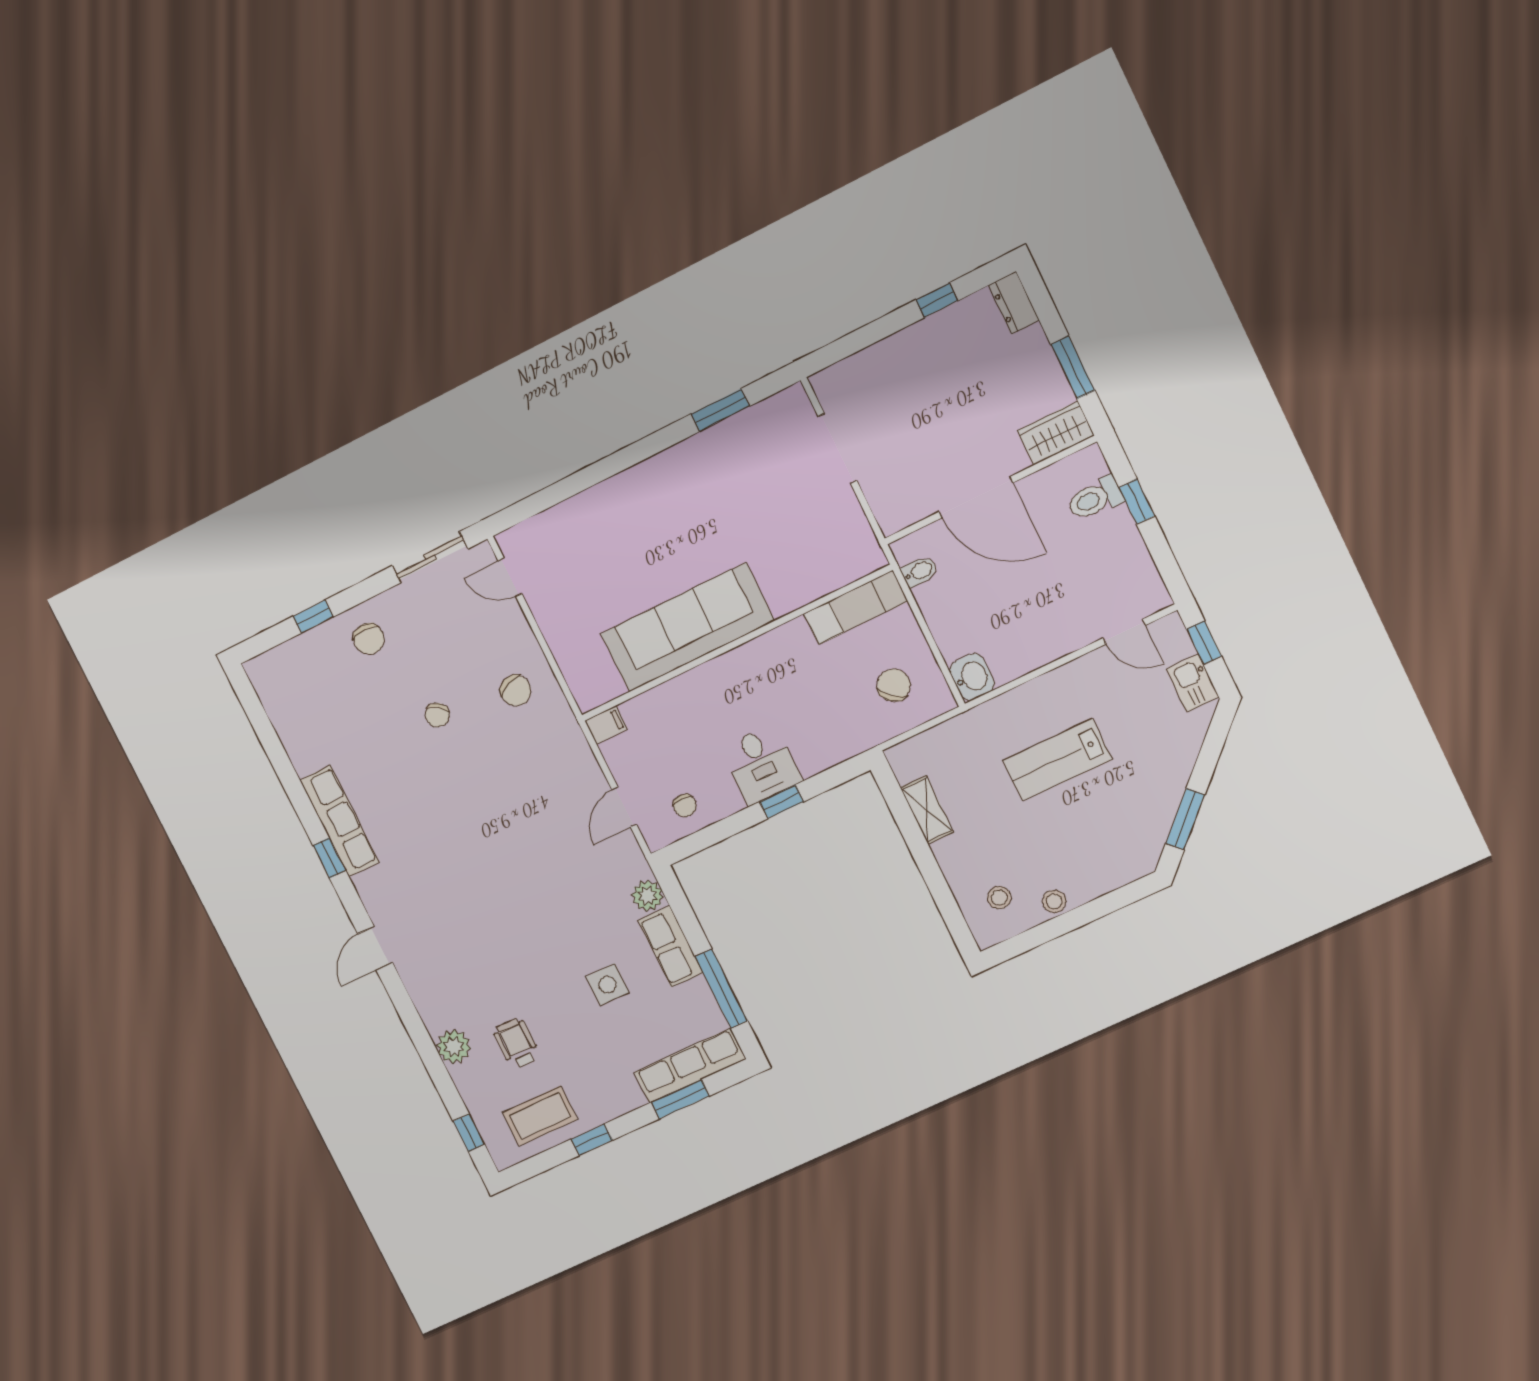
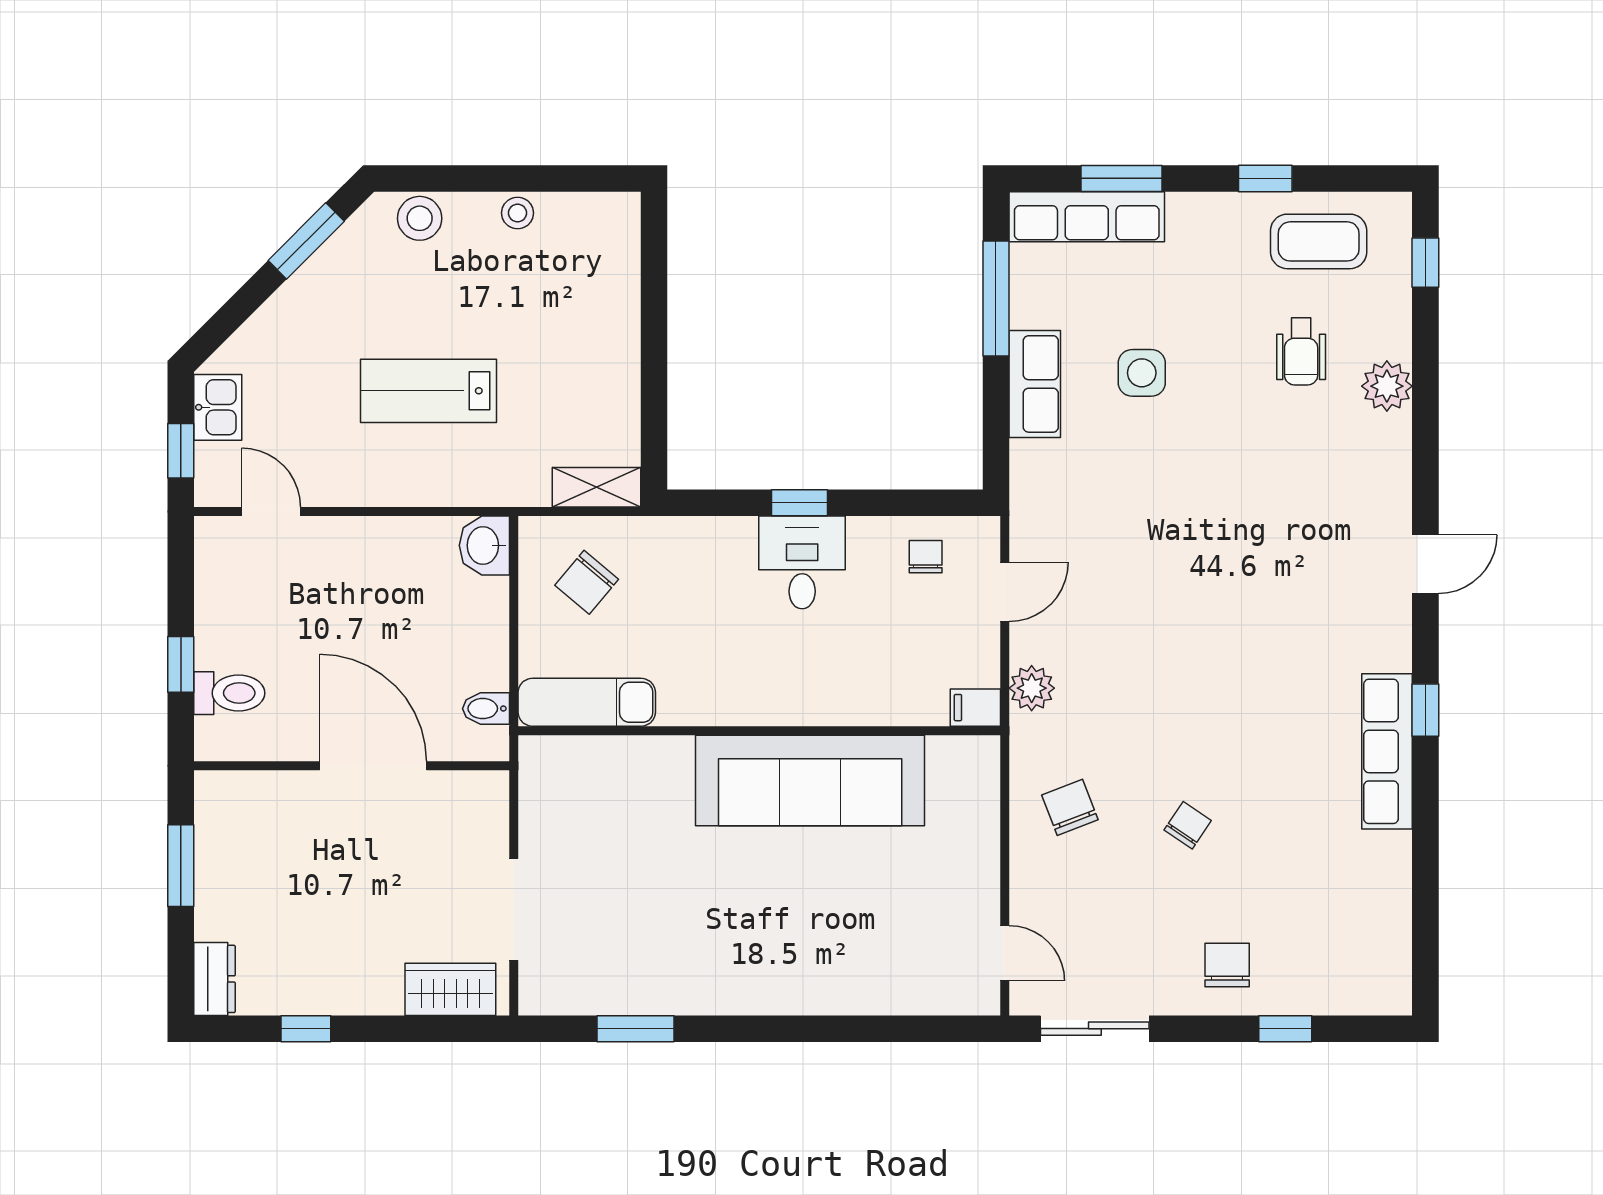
wardrobe: (1056, 433) -> (450, 989), moved, turned 180
lab bench: (1057, 760) -> (429, 391), turned 180
shelving: (927, 810) -> (596, 487), moved, turned 90
plant: (647, 896) -> (1032, 688), moved
stool: (999, 898) -> (420, 218), moved, width x1.37, depth x1.37

